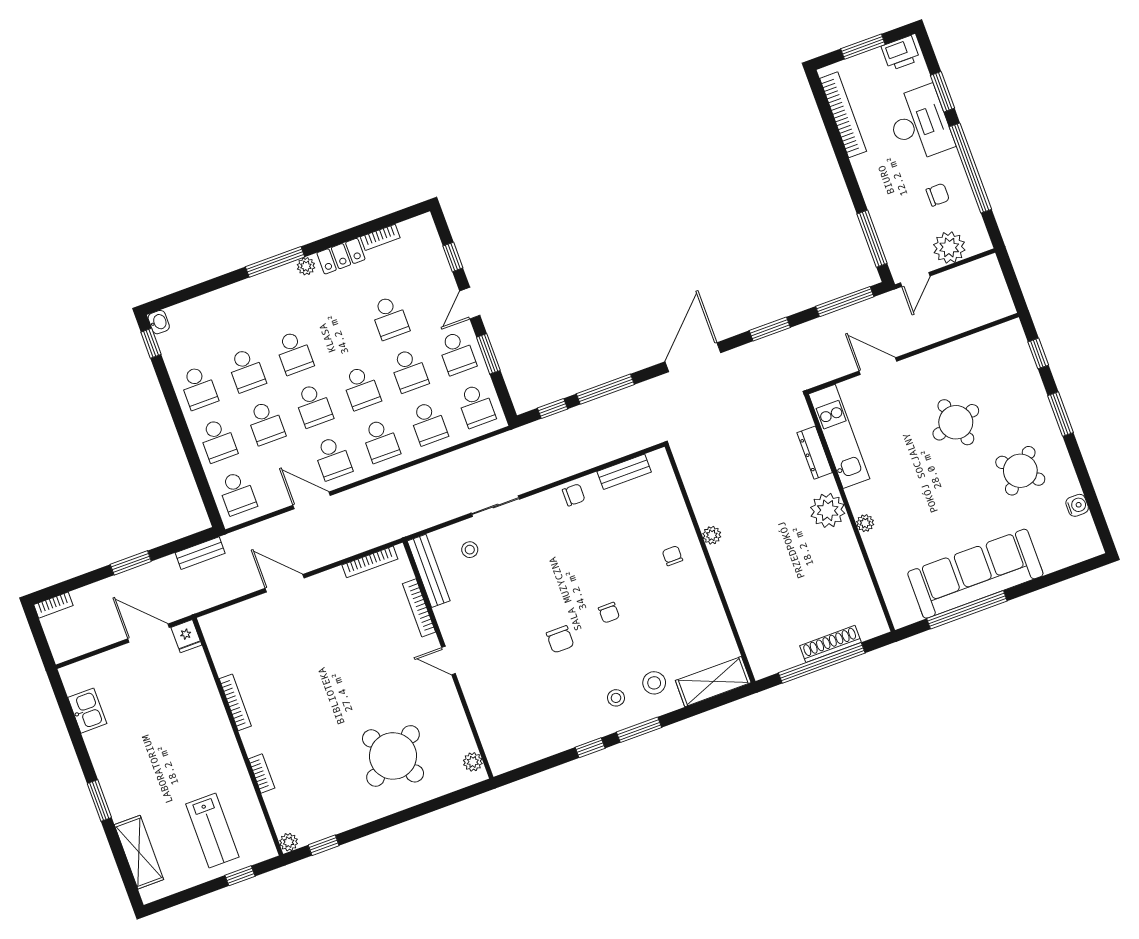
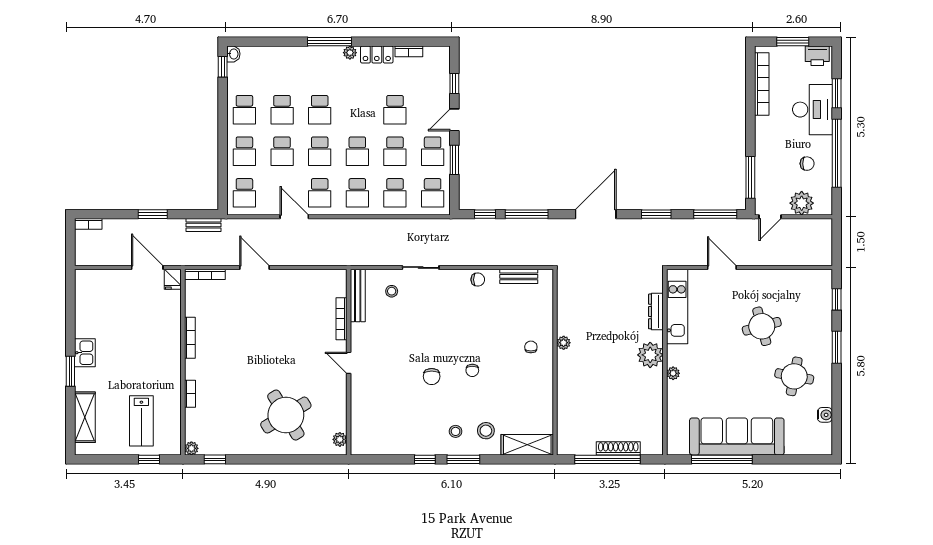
round table: (1020, 471) -> (794, 376), turned -34
bookcase: (370, 562) -> (205, 274), moved
kitchen sink: (87, 711) -> (85, 353), moved

